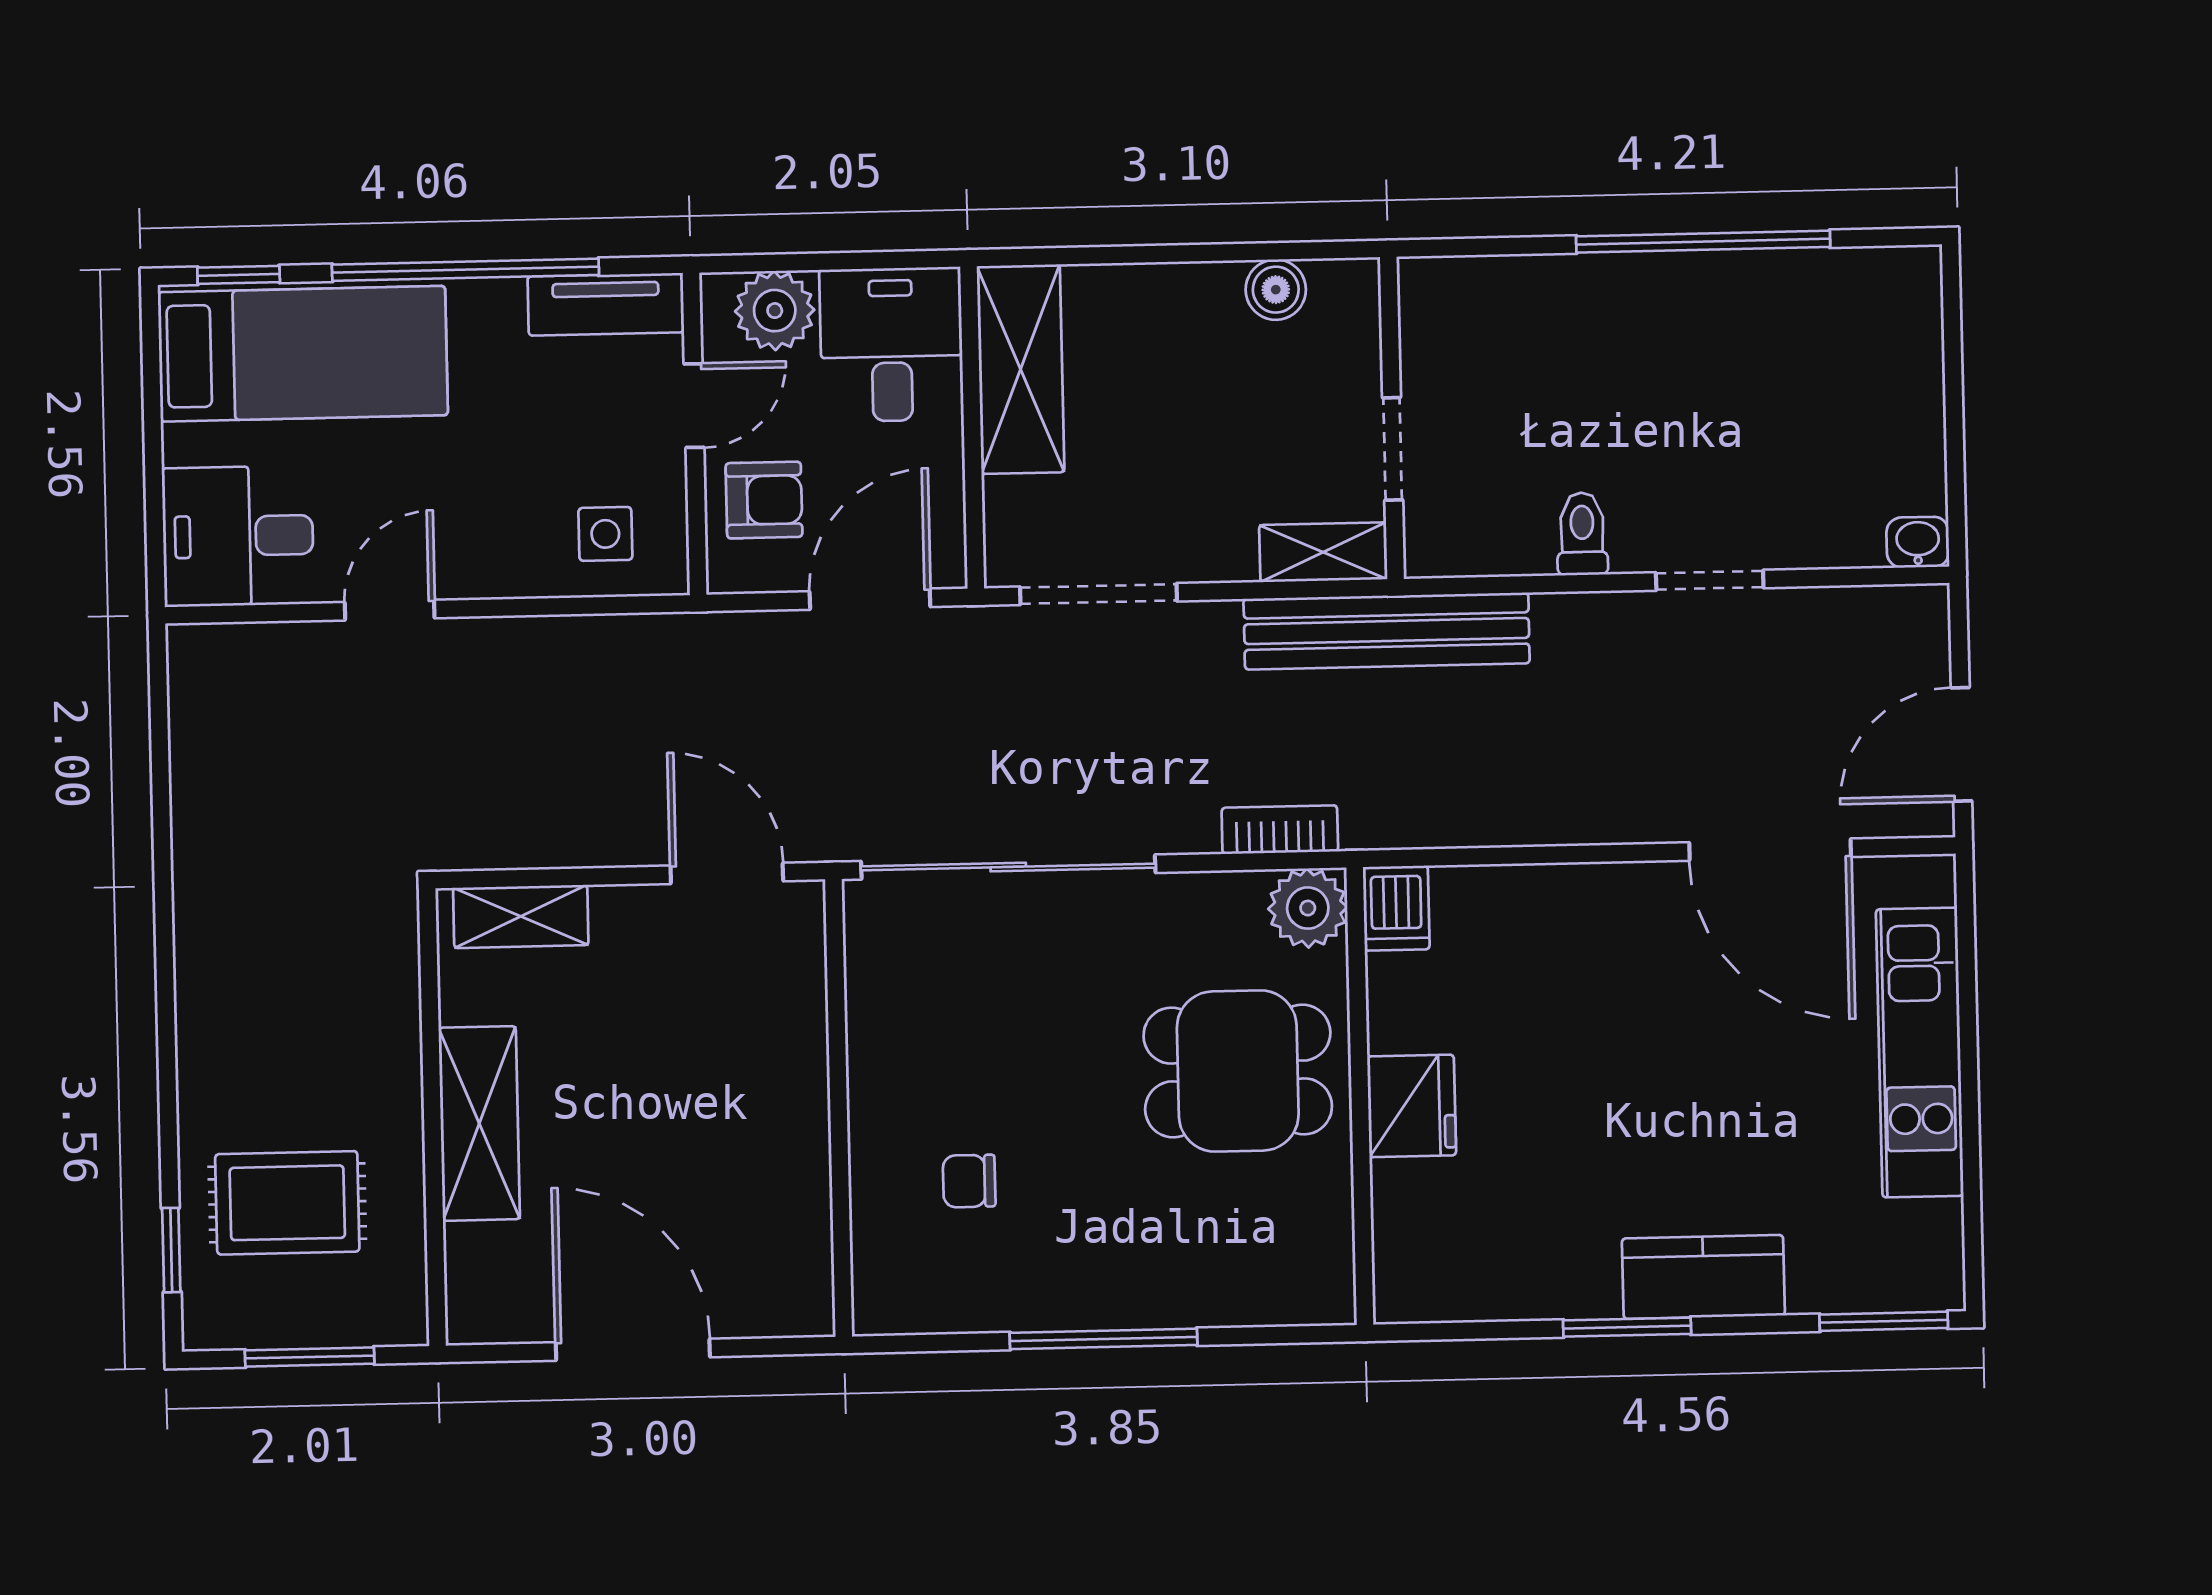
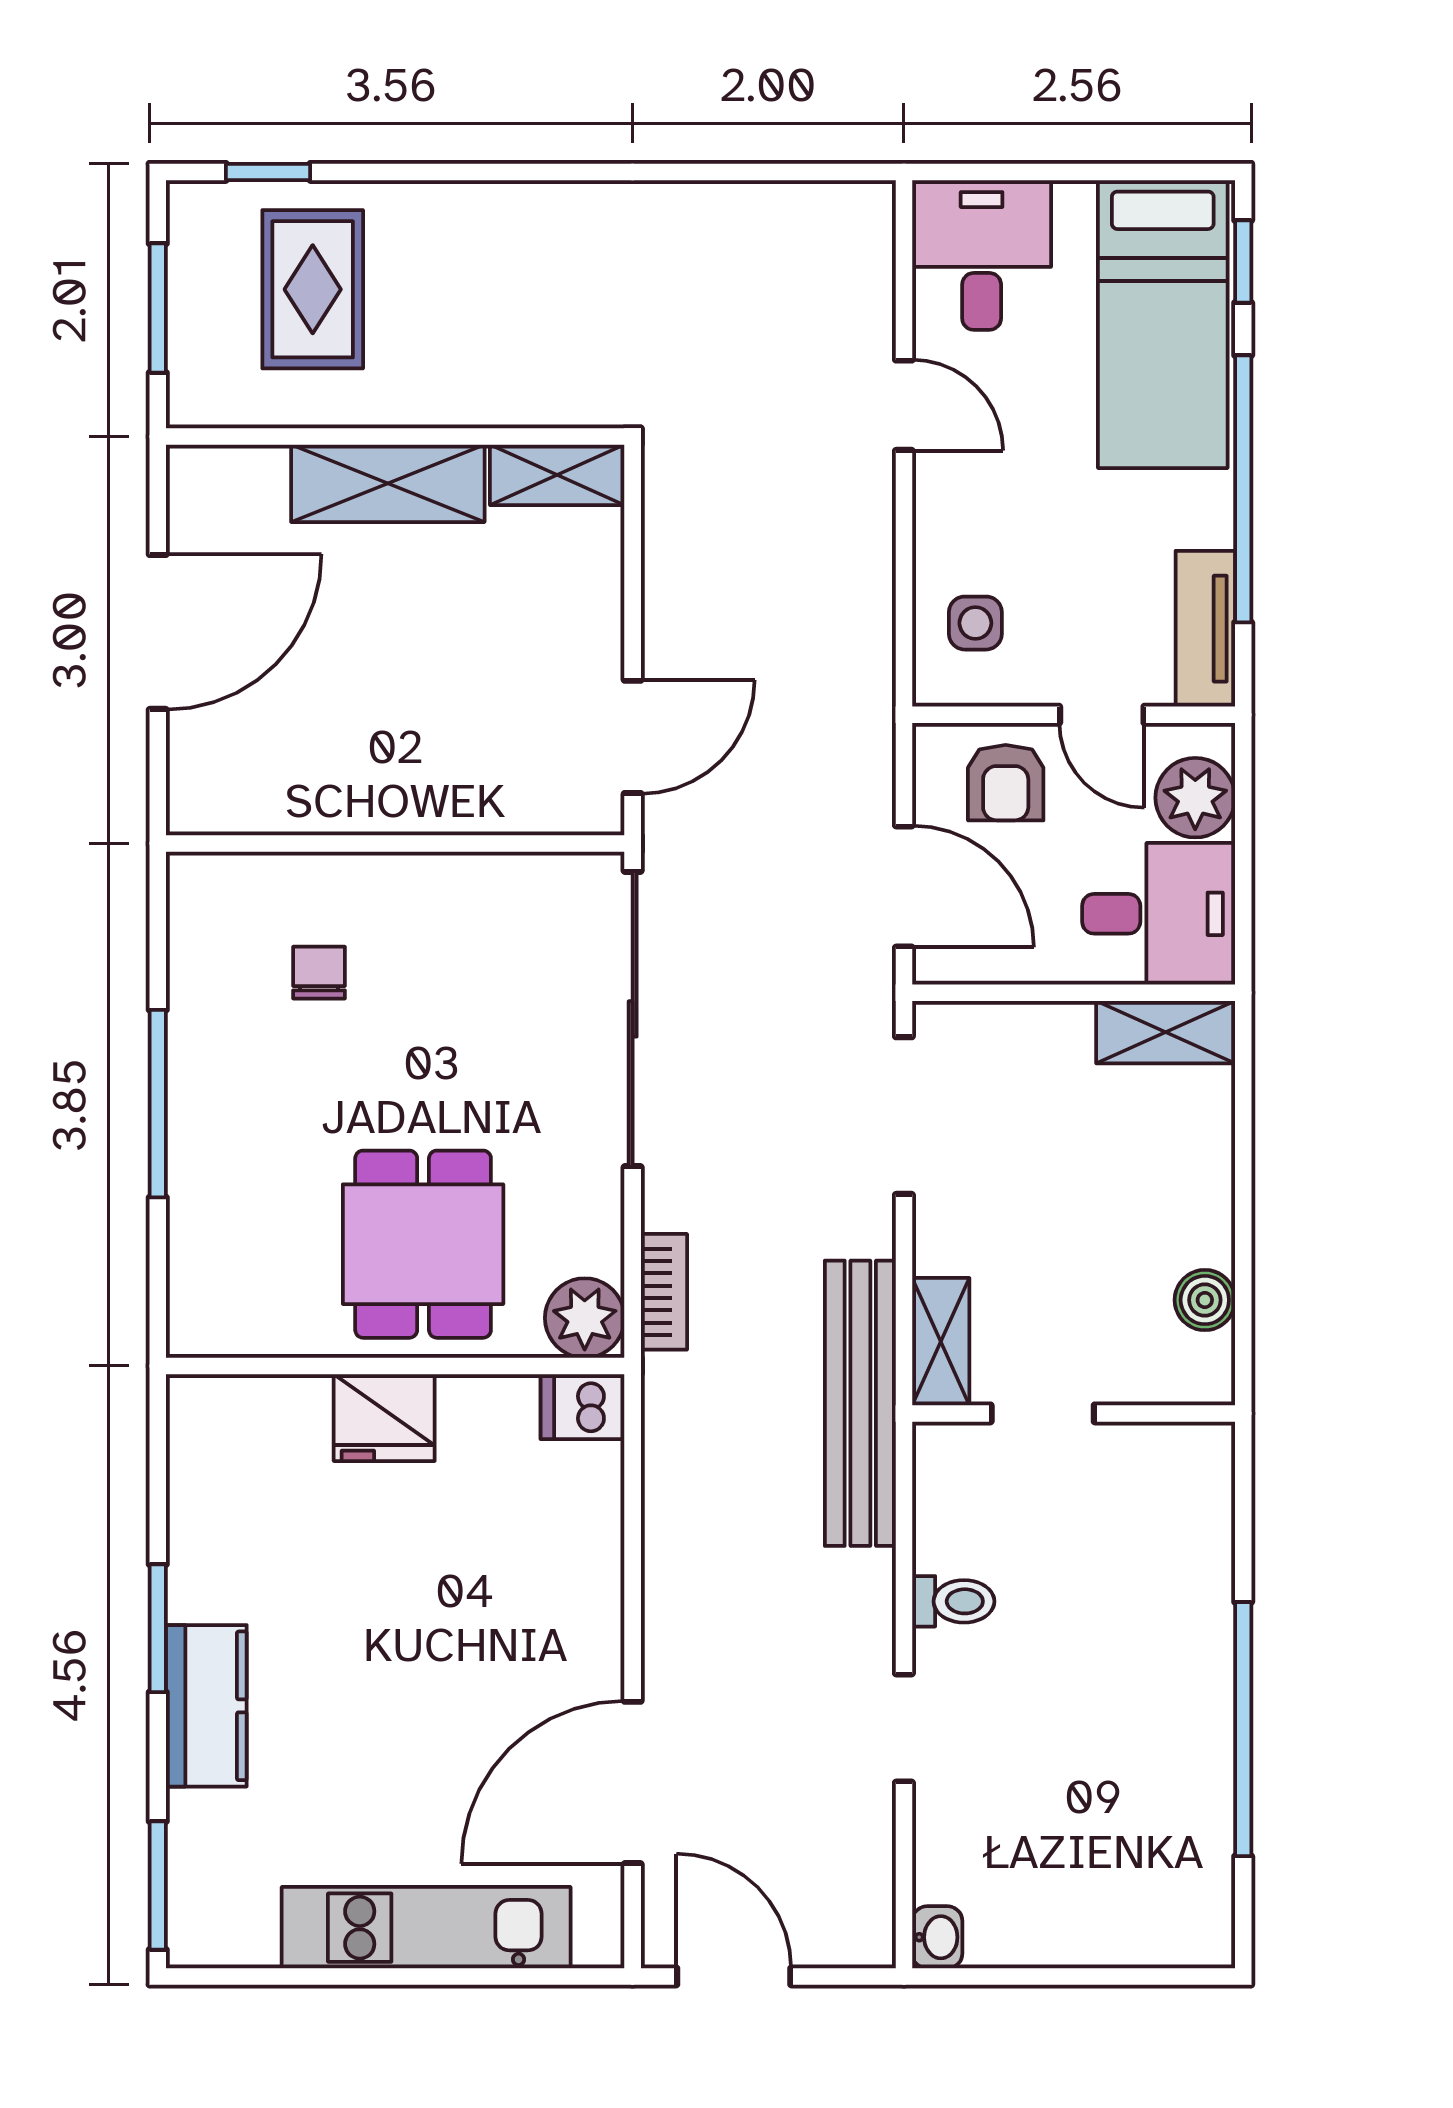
shelving: (1021, 369) -> (1166, 1032), width x0.67, depth x0.75
shelving: (521, 916) -> (557, 475), moved, turned 90

